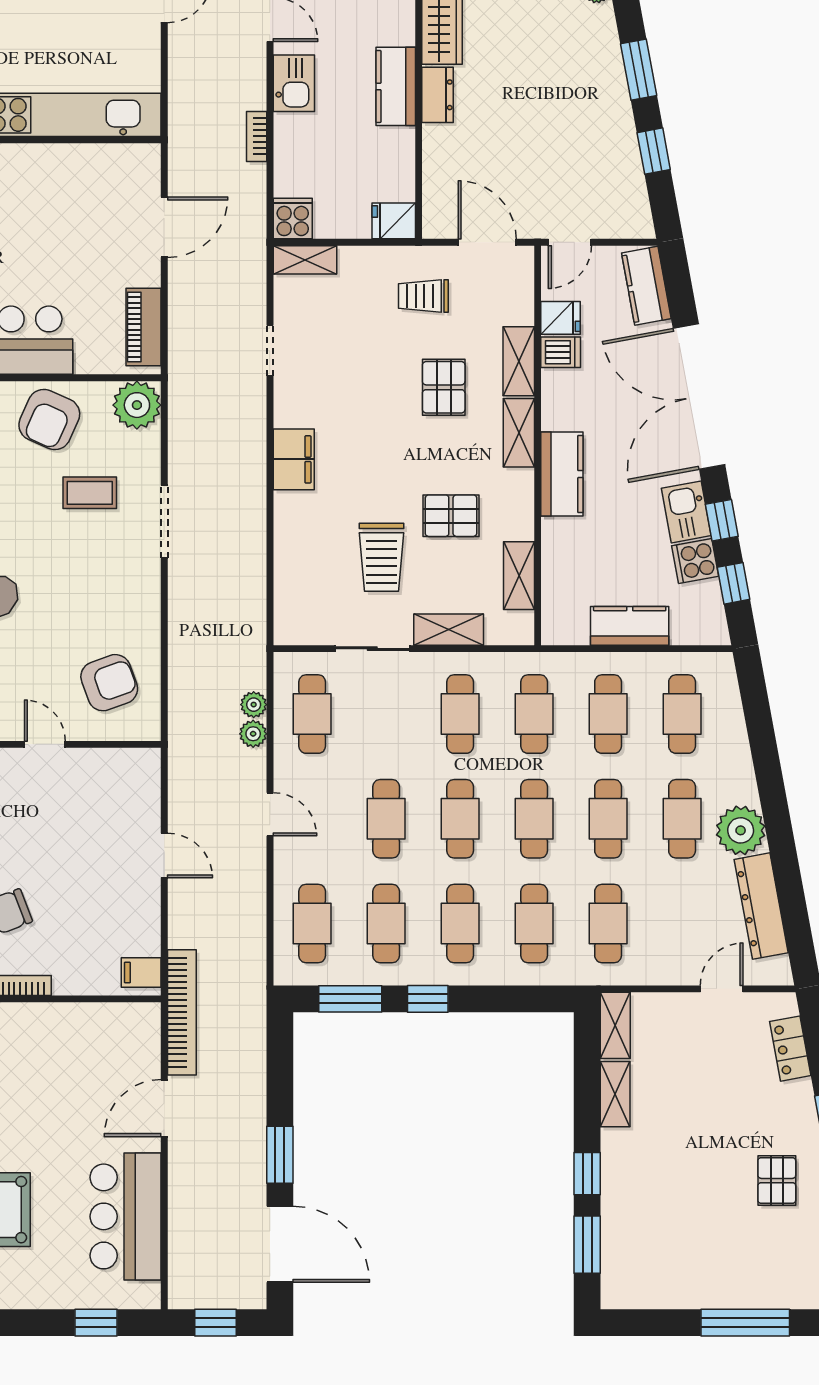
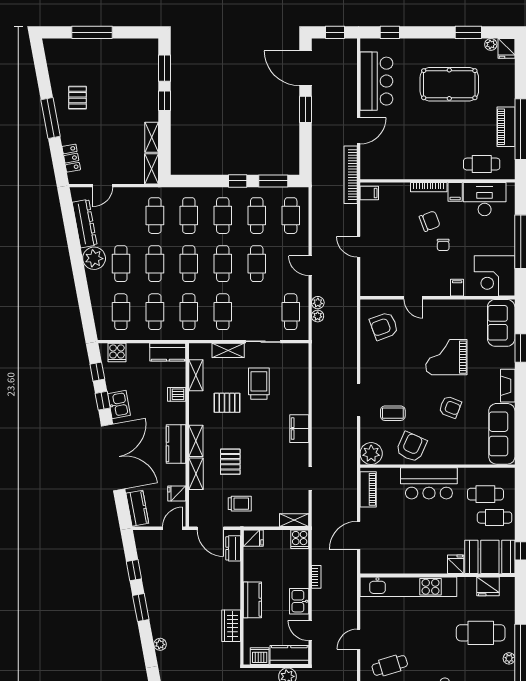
dresser: (438, 95) -> (233, 548), moved
dishwasher: (561, 352) -> (177, 394), moved
kitchen counter: (562, 474) -> (176, 444), moved
cooker: (695, 561) -> (117, 353), moved, turned 100
kitchen counter: (630, 626) -> (168, 352), moved

